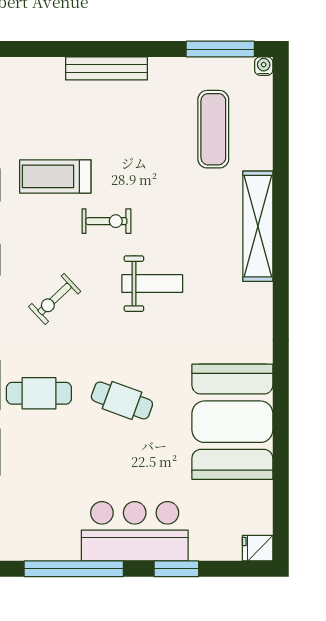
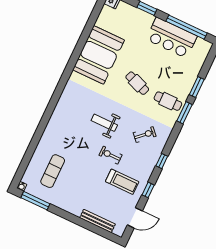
bench: (107, 68) -> (97, 221), moved
shelving: (258, 226) -> (53, 126), removed
bar counter: (135, 531) -> (172, 38), moved

